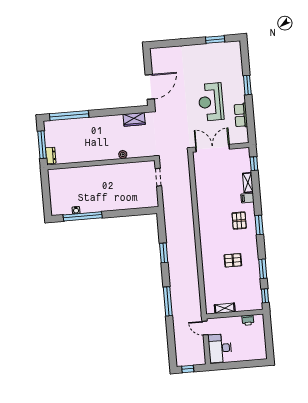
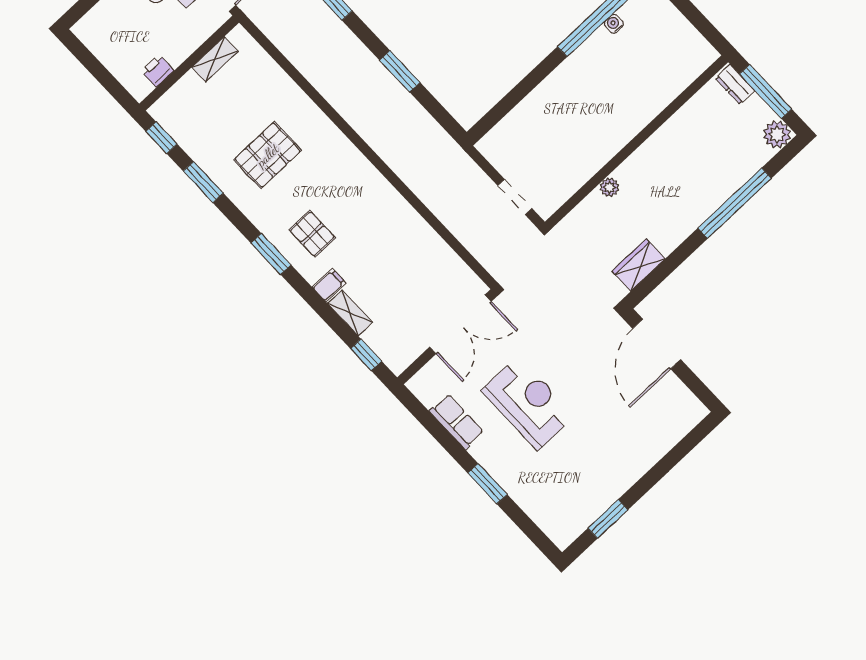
window: (69, 115) -> (735, 203), moved
plant: (50, 127) -> (777, 134), added
pallet: (233, 260) -> (268, 155), width x1.50, depth x1.42

